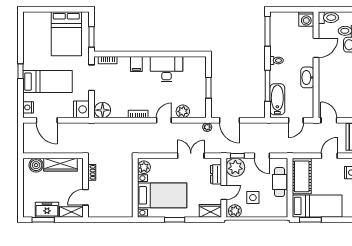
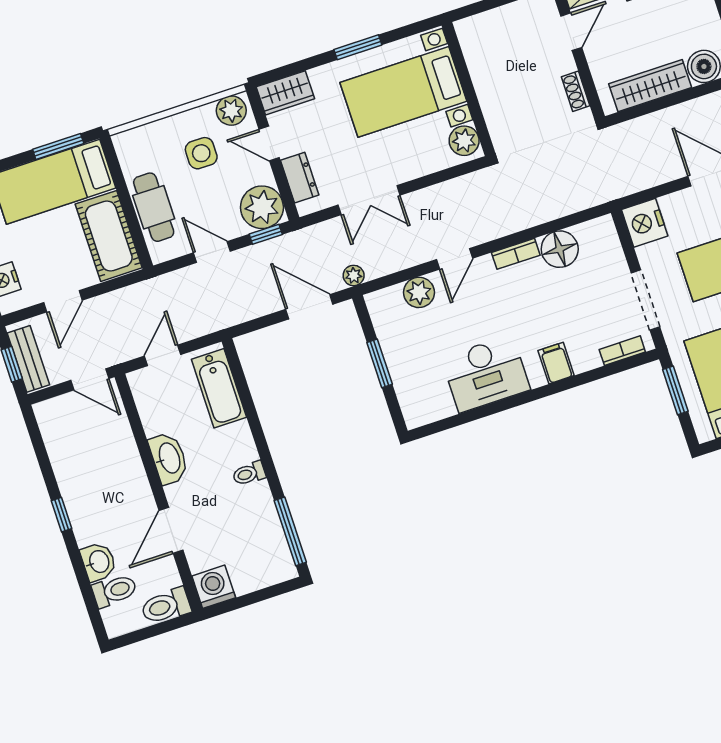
window: (268, 86) -> (250, 411), removed
floor lamp: (103, 110) -> (560, 249), moved
door: (224, 192) -> (269, 144), hinge flipped

